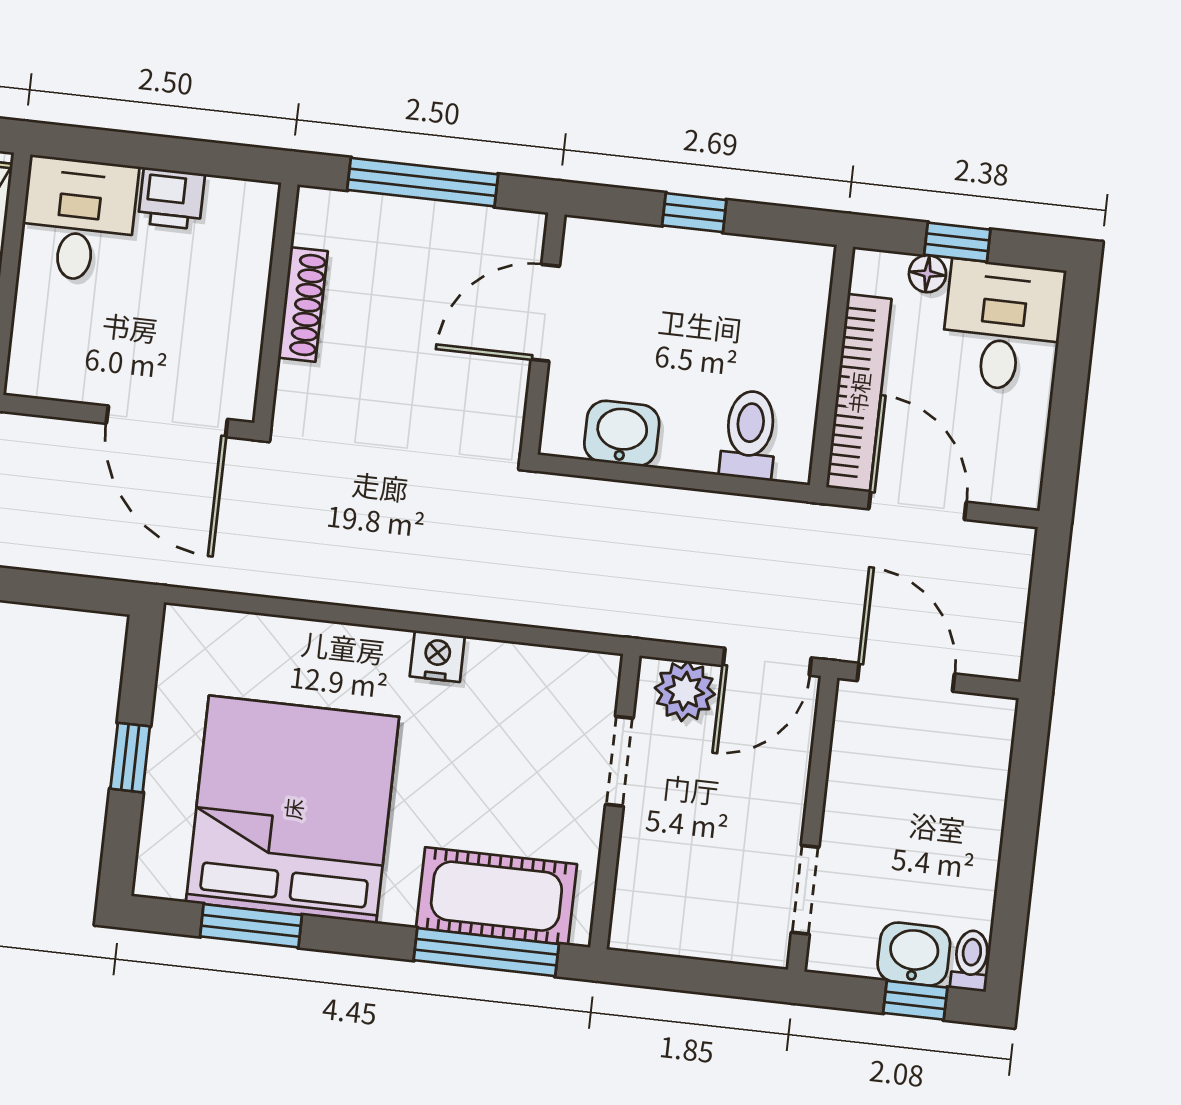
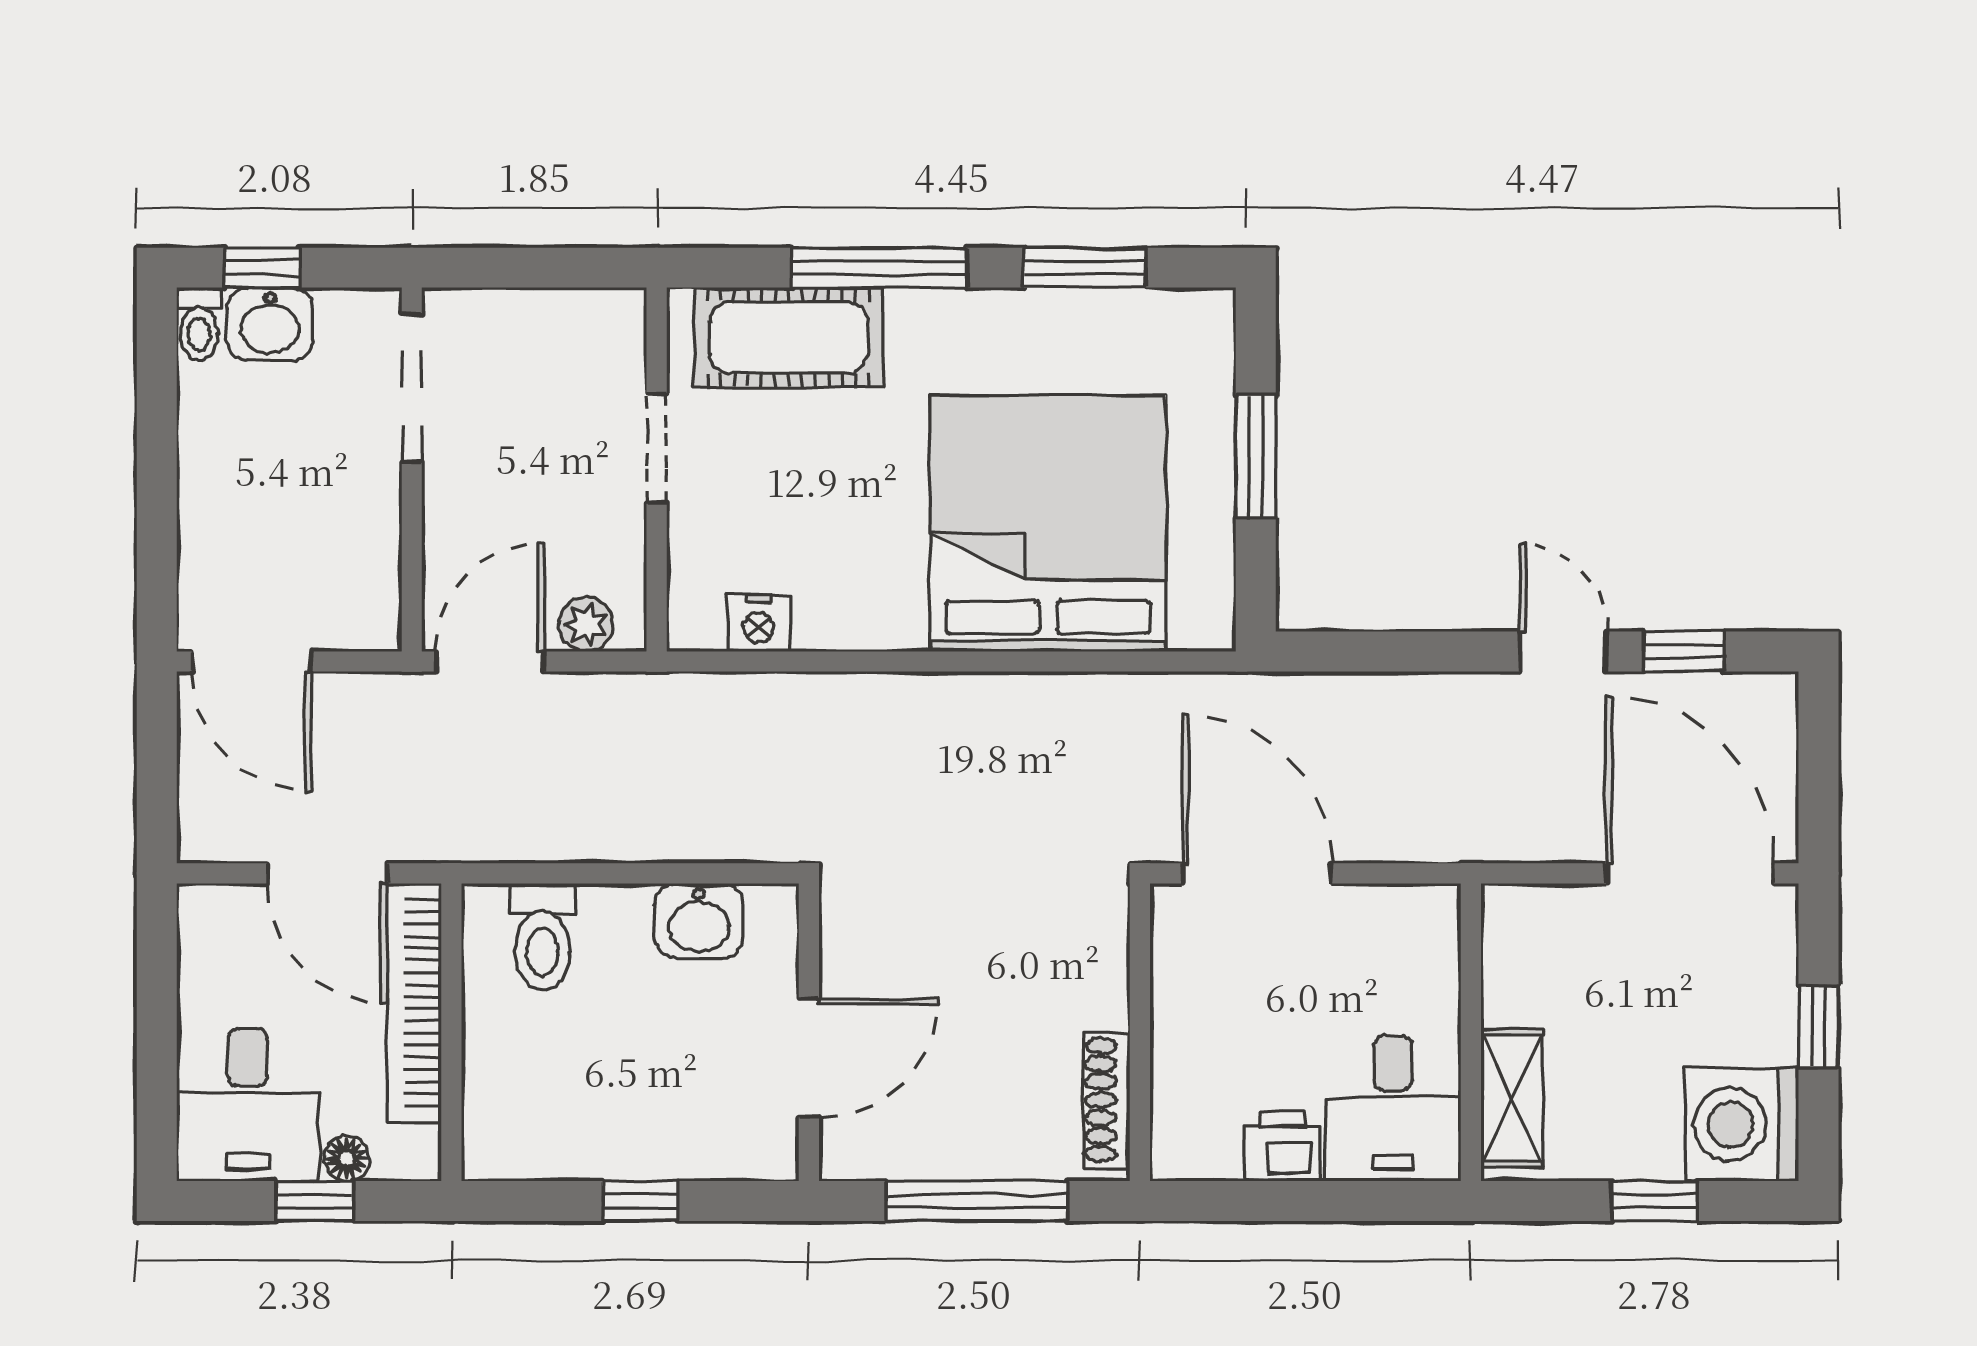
shoe rack: (303, 304) -> (1107, 1100), moved
nightstand: (437, 656) -> (759, 623), moved
door: (906, 677) -> (252, 662), moved
plant: (685, 691) -> (586, 624), width x0.73, depth x0.73
window: (130, 758) -> (1256, 457), width x1.50
doorway: (619, 761) -> (657, 448), moved
bed: (293, 809) -> (1048, 523), moved, turned 180
doorway: (805, 890) -> (412, 388), width x1.38
window: (486, 952) -> (879, 268), moved

